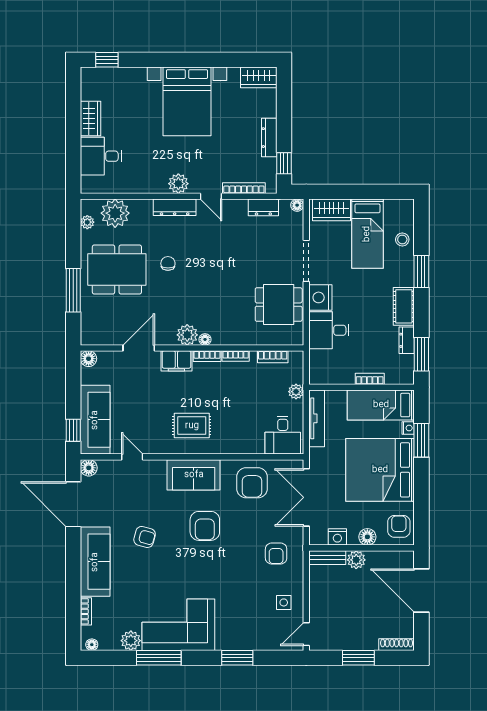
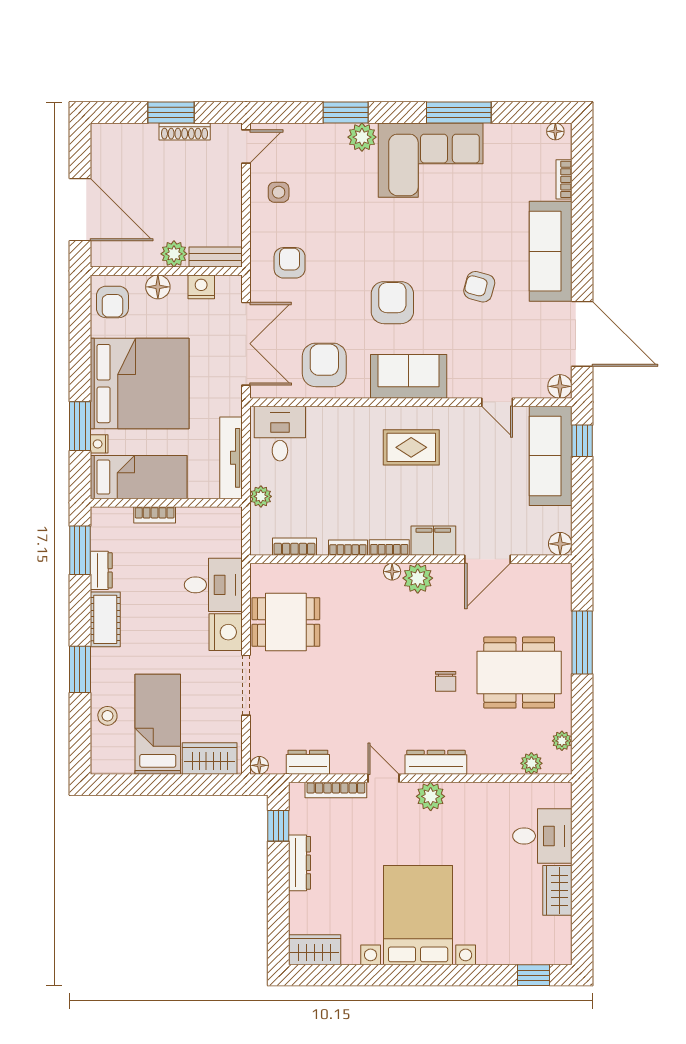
plant: (115, 213) -> (531, 763), width x0.53, depth x0.53
plant: (131, 641) -> (362, 137), moved
shoe rack: (397, 645) -> (185, 131), moved

